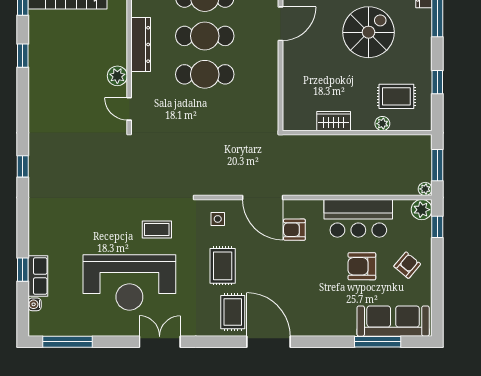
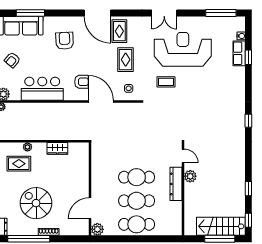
spiral stairs: (368, 32) -> (36, 203), turned 90
dresser: (141, 44) -> (176, 184), moved
armchair: (362, 266) -> (65, 41), moved, turned -93

